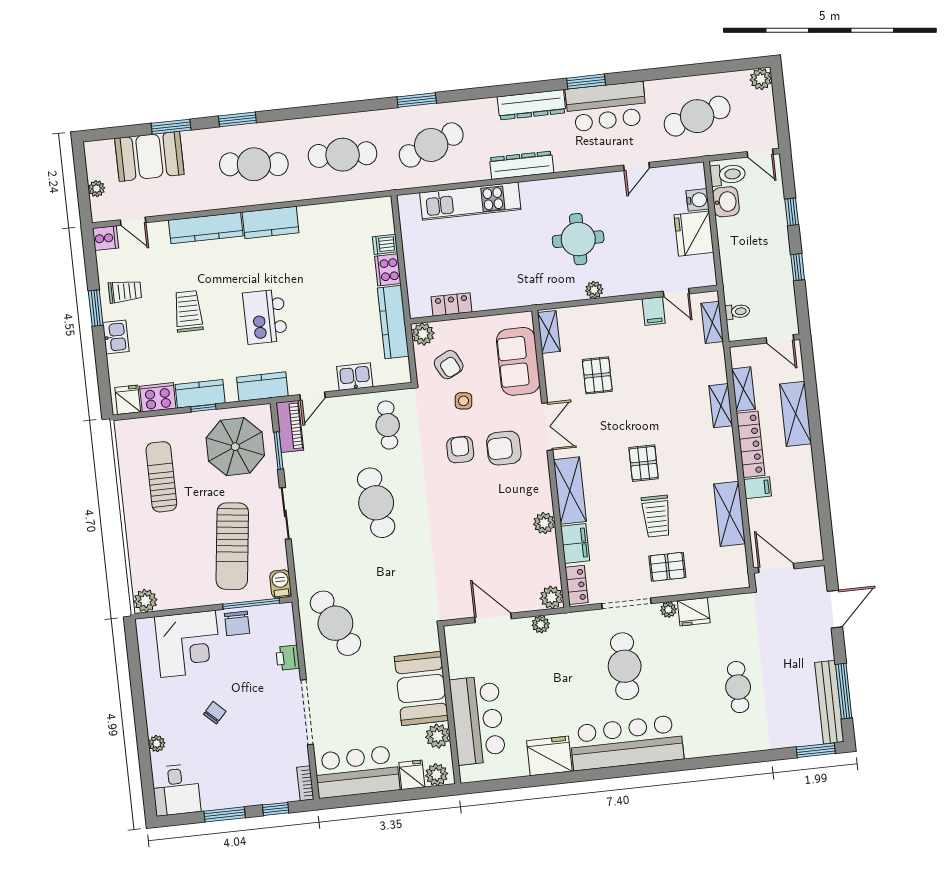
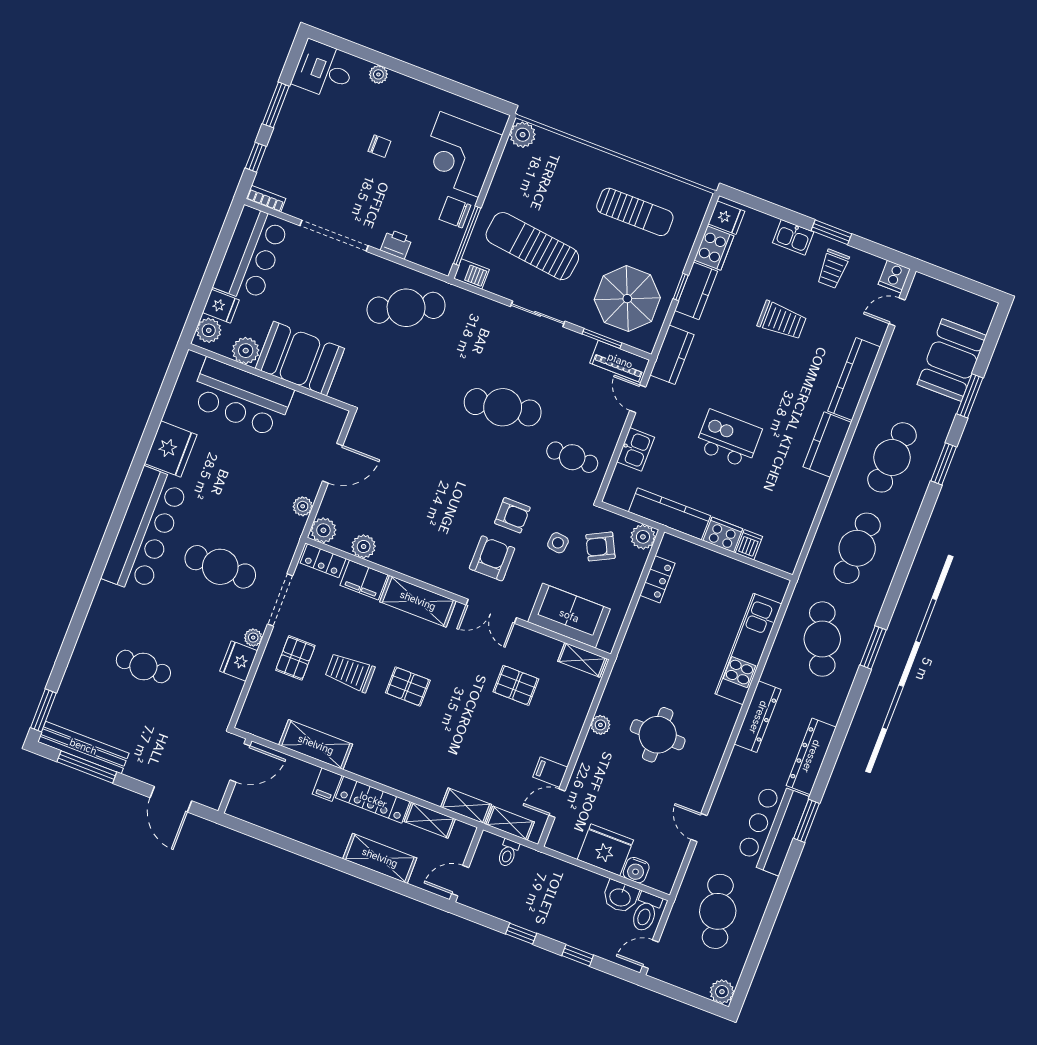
plant: (96, 189) -> (947, 293), removed
kitchen island: (265, 317) -> (728, 439), moved
shelving: (721, 406) -> (466, 806), moved
plant: (544, 523) -> (364, 546), moved
chair: (215, 713) -> (379, 146), turned -43

